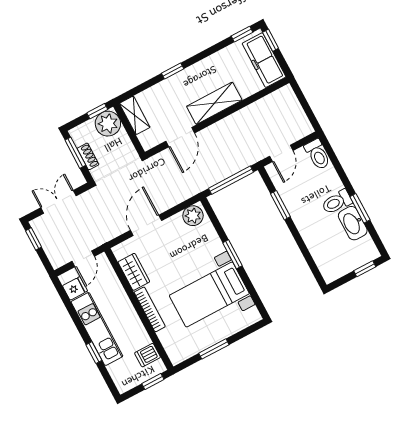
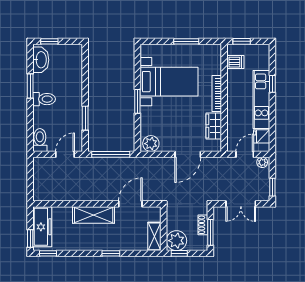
washbasin: (353, 223) -> (41, 60), moved
plant: (59, 260) -> (262, 162), added

